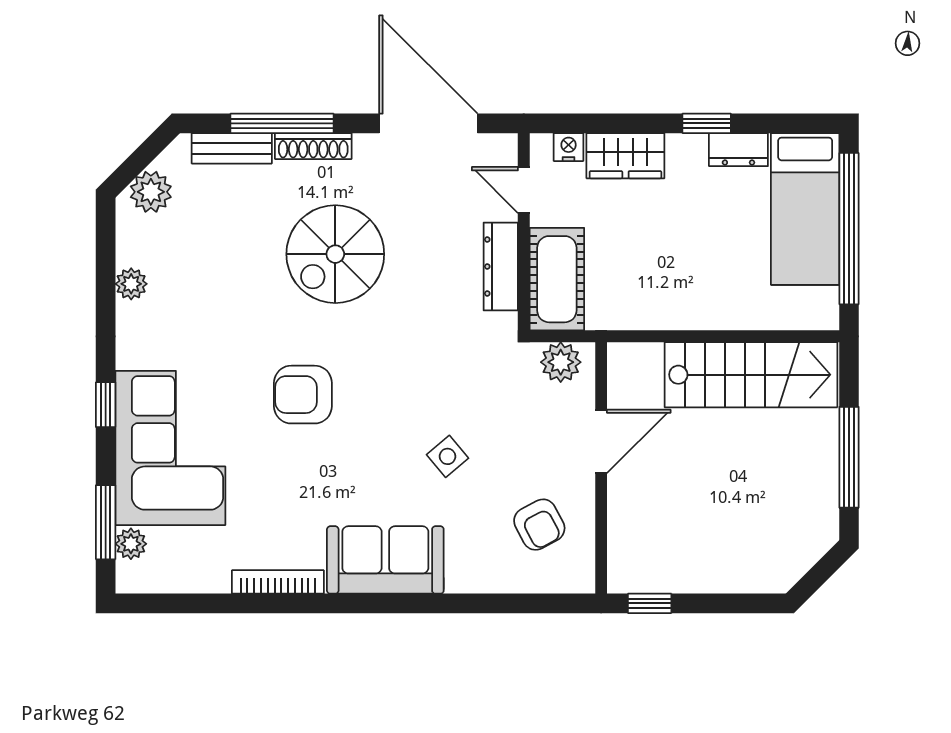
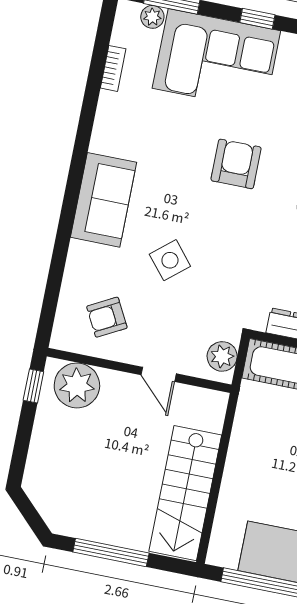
door: (601, 441) -> (159, 374), width x0.73
side table: (447, 456) -> (170, 260), width x1.37, depth x1.37
plant: (637, 546) -> (77, 385), added
bookcase: (278, 582) -> (113, 68), moved, width x0.64

